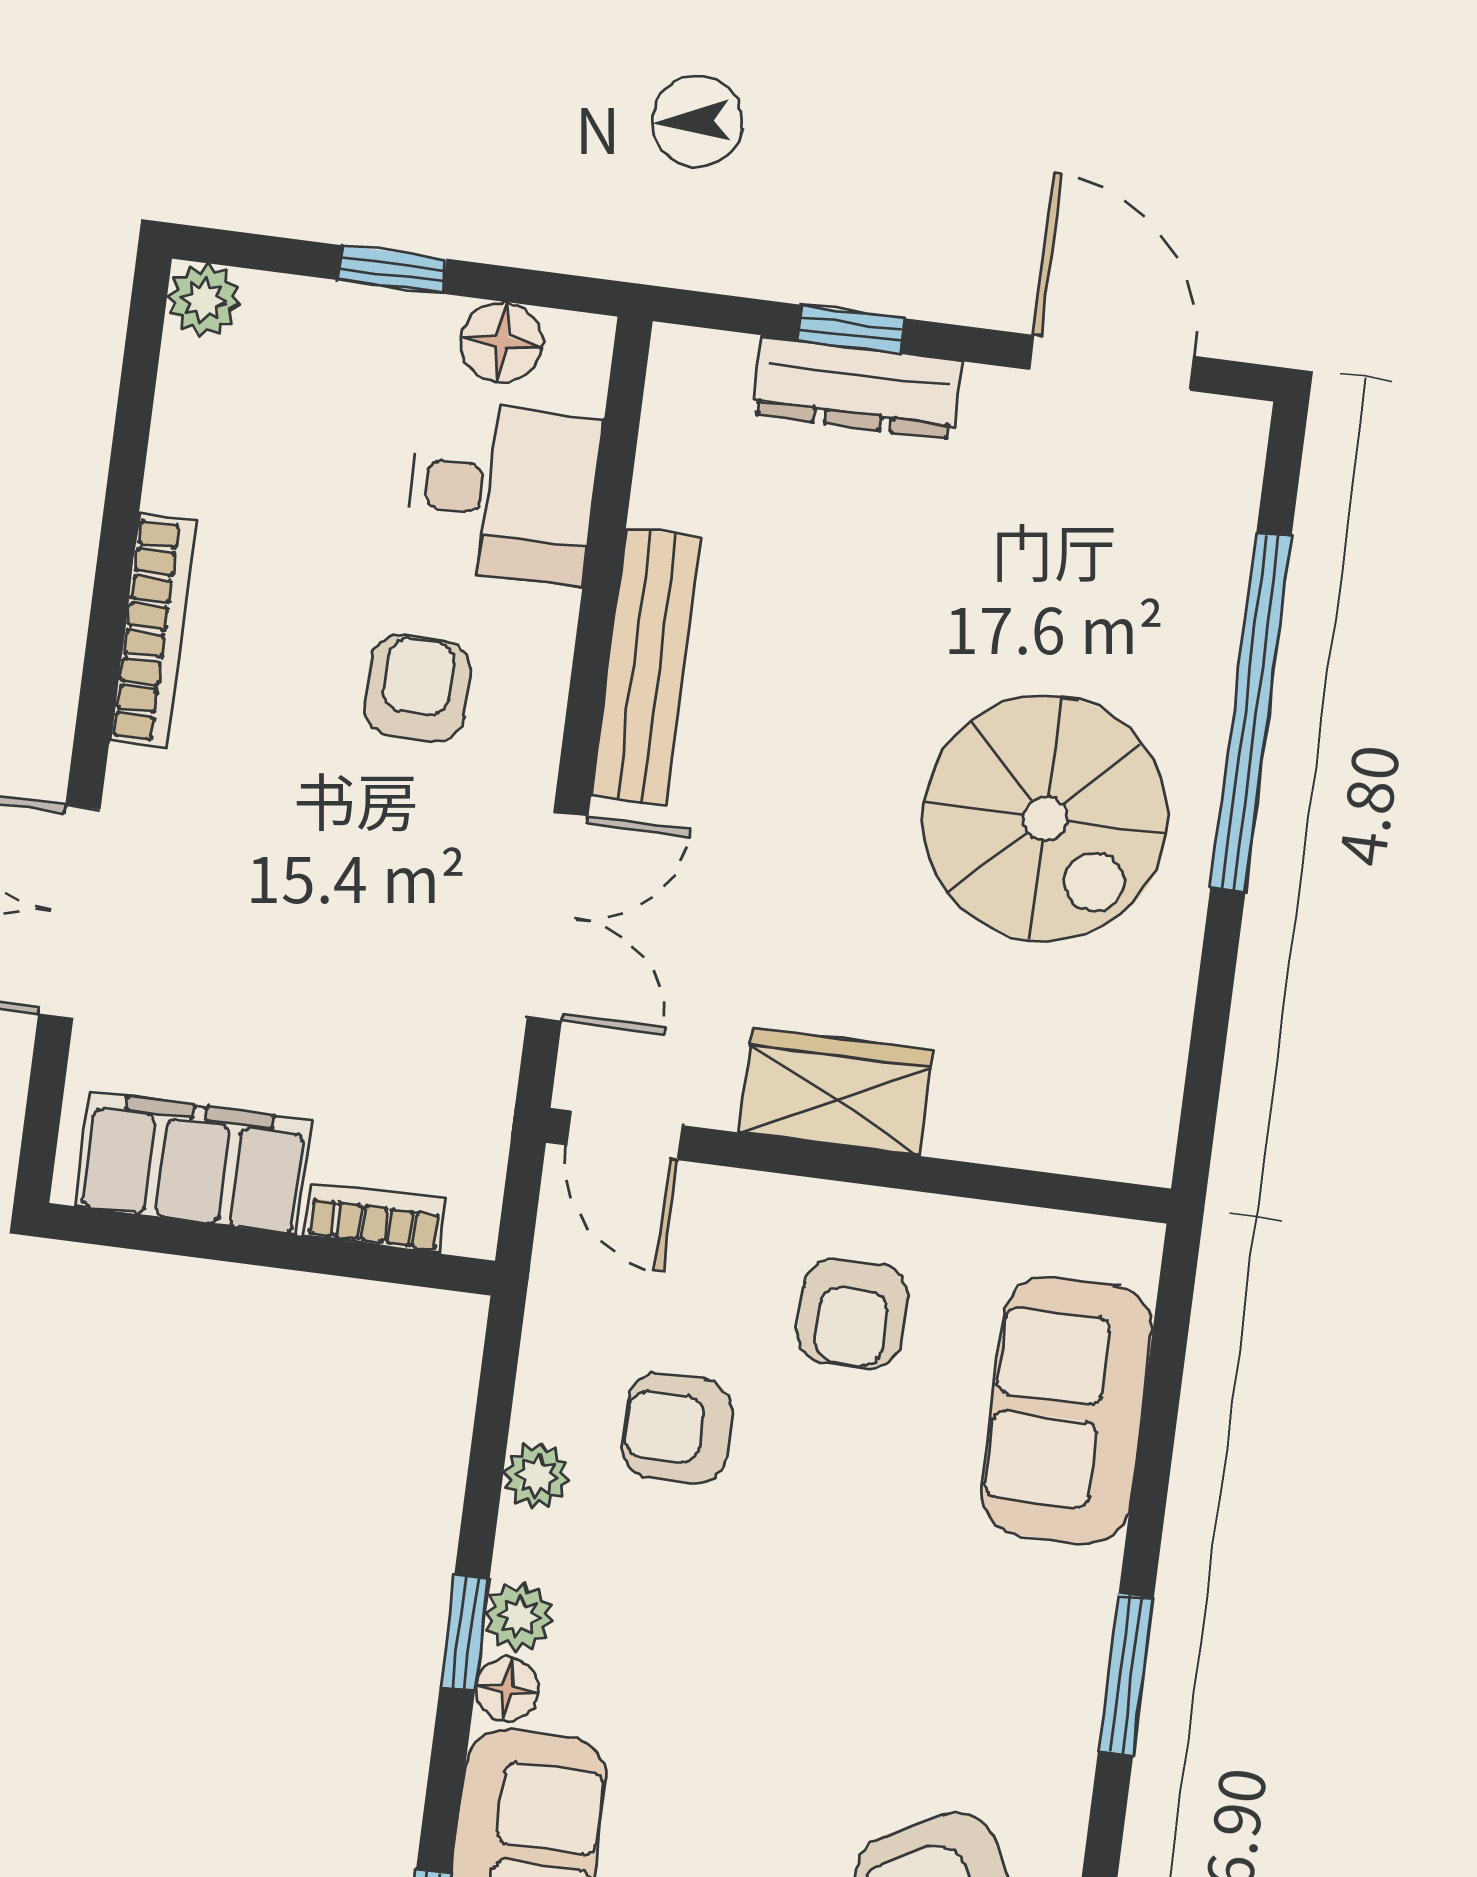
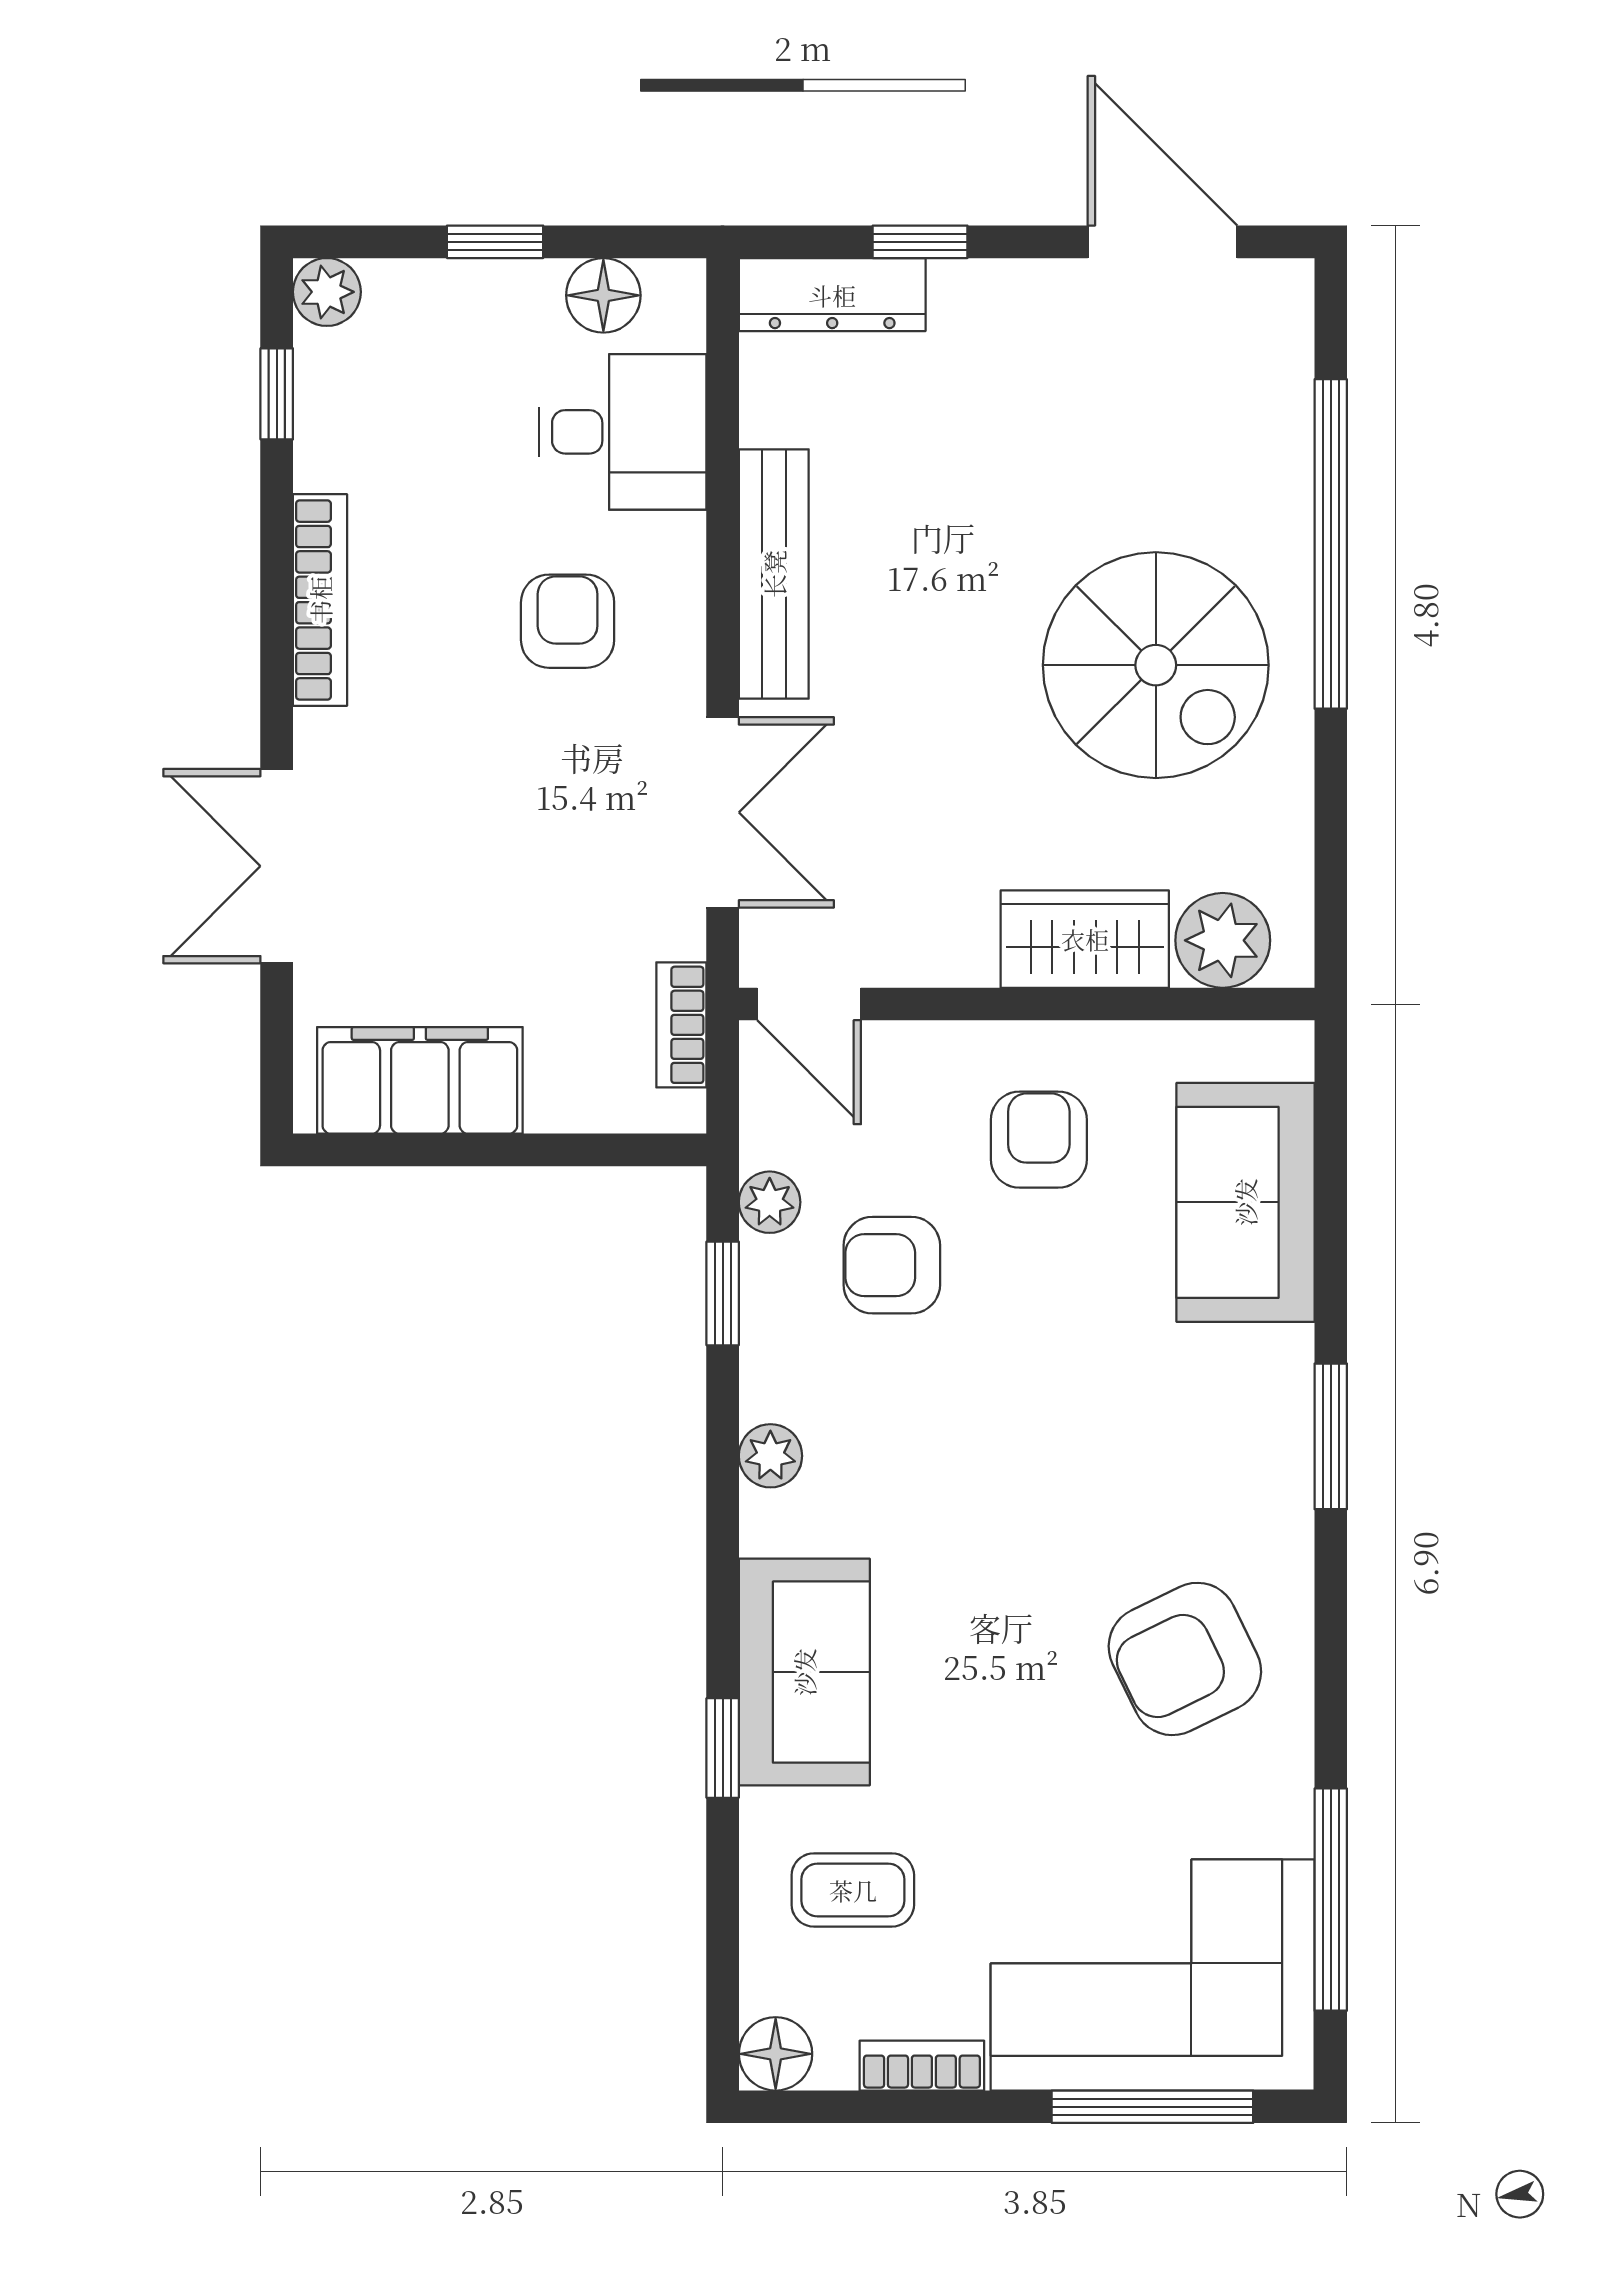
dresser: (857, 388) -> (832, 295), moved
window: (135, 403) -> (277, 394), added
wardrobe: (836, 1092) -> (1085, 939), moved
plant: (1079, 1125) -> (1223, 940), added
bookcase: (375, 1218) -> (681, 1025), moved, turned -90
armchair: (853, 1314) -> (1039, 1140), turned 180
plant: (536, 1476) -> (770, 1202), moved
window: (465, 1633) -> (723, 1293), moved
floor lamp: (507, 1689) -> (768, 1523), removed

